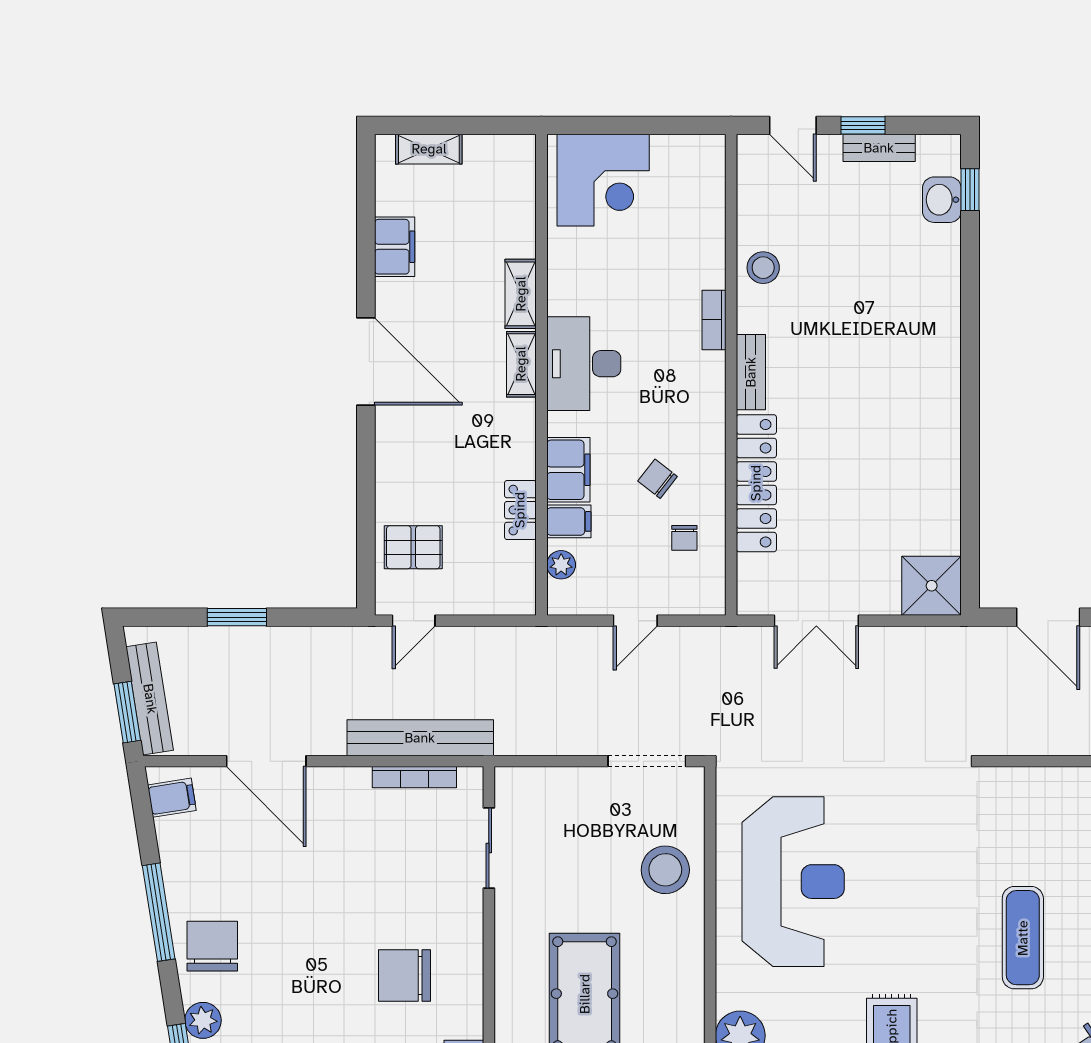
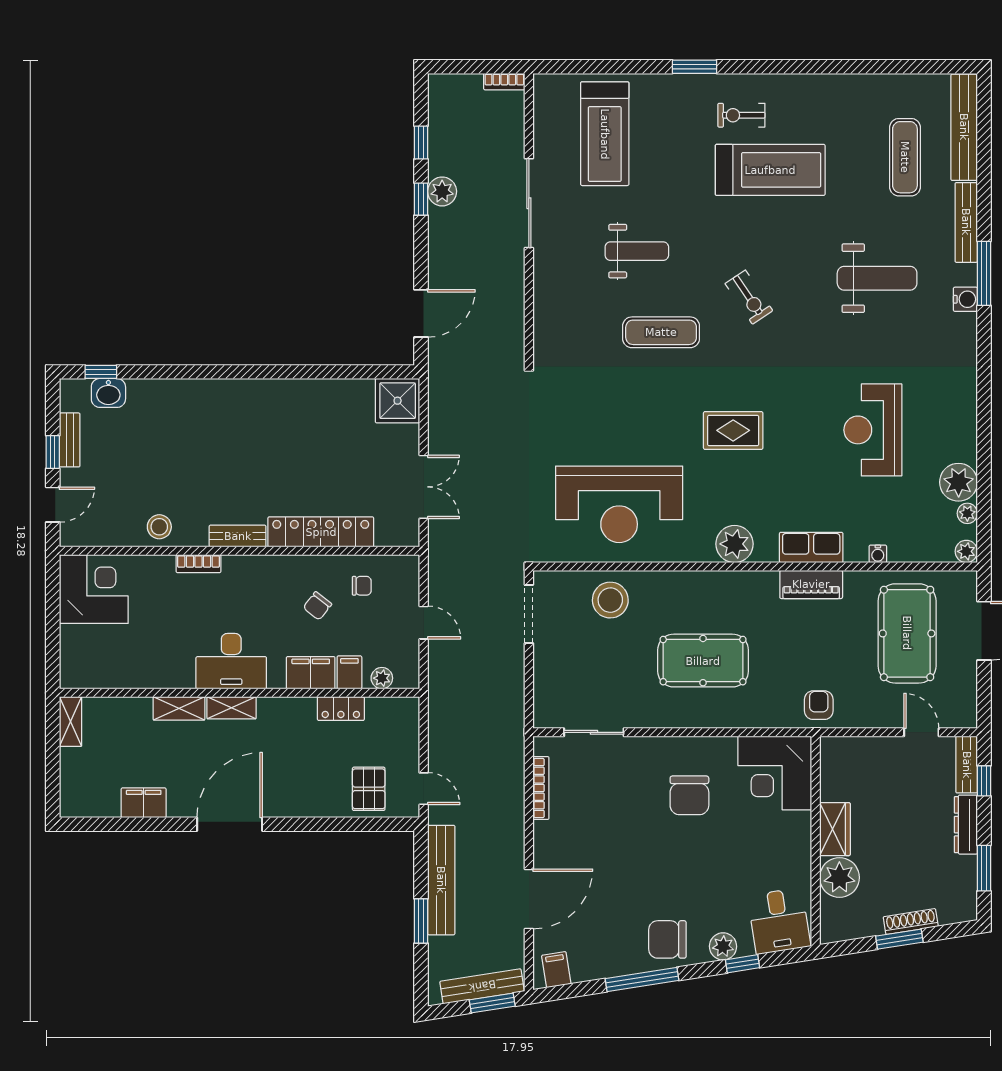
shelving: (429, 149) -> (71, 722), moved
corner desk: (603, 180) -> (94, 589), moved
bench: (420, 738) -> (441, 880), moved
reception desk: (793, 882) -> (619, 504), turned 180

